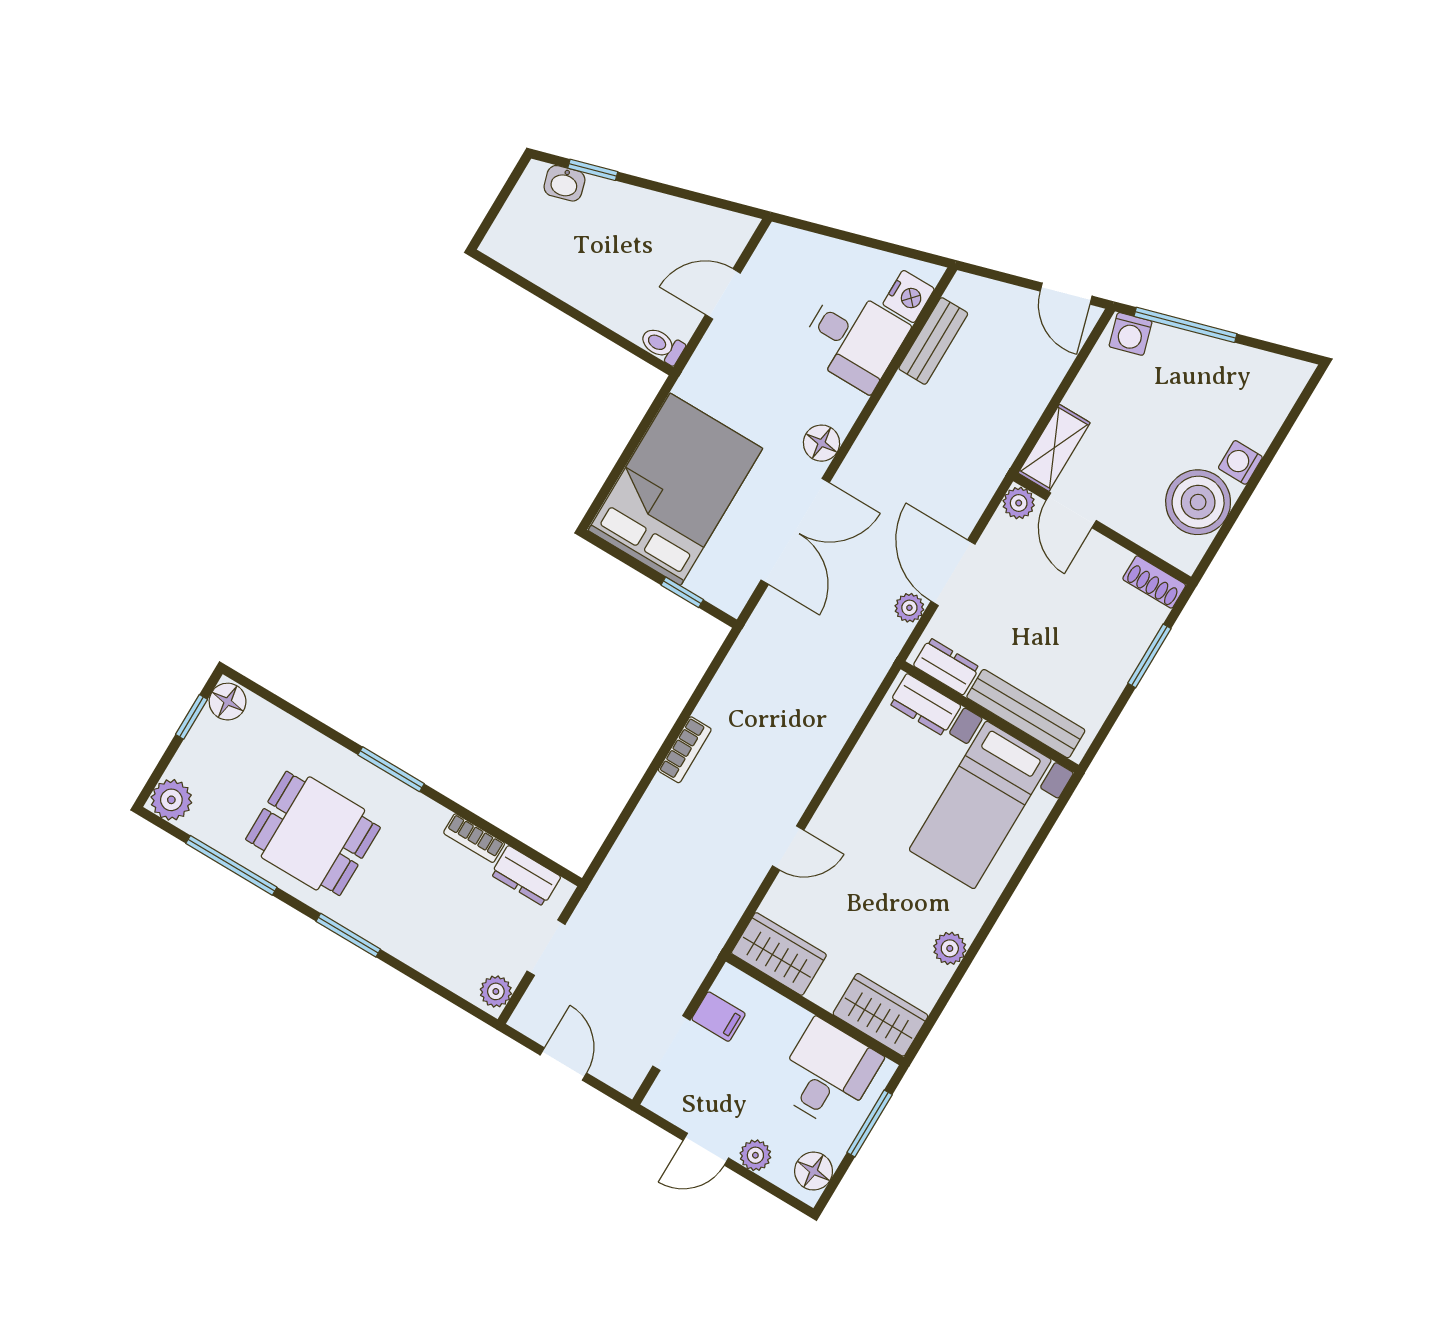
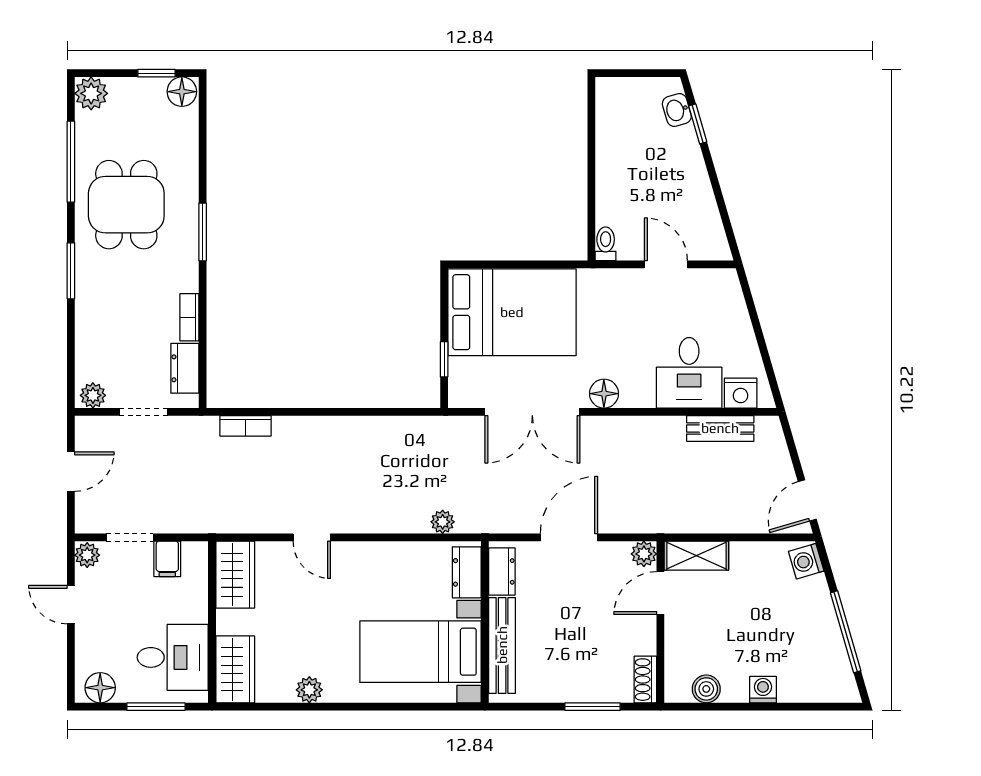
window: (1185, 325) -> (846, 632), moved
boiler: (1198, 502) -> (706, 689), width x0.54, depth x0.54
plant: (909, 608) -> (443, 522), moved
bookcase: (685, 750) -> (245, 426), moved
plant: (755, 1155) -> (87, 555), moved

